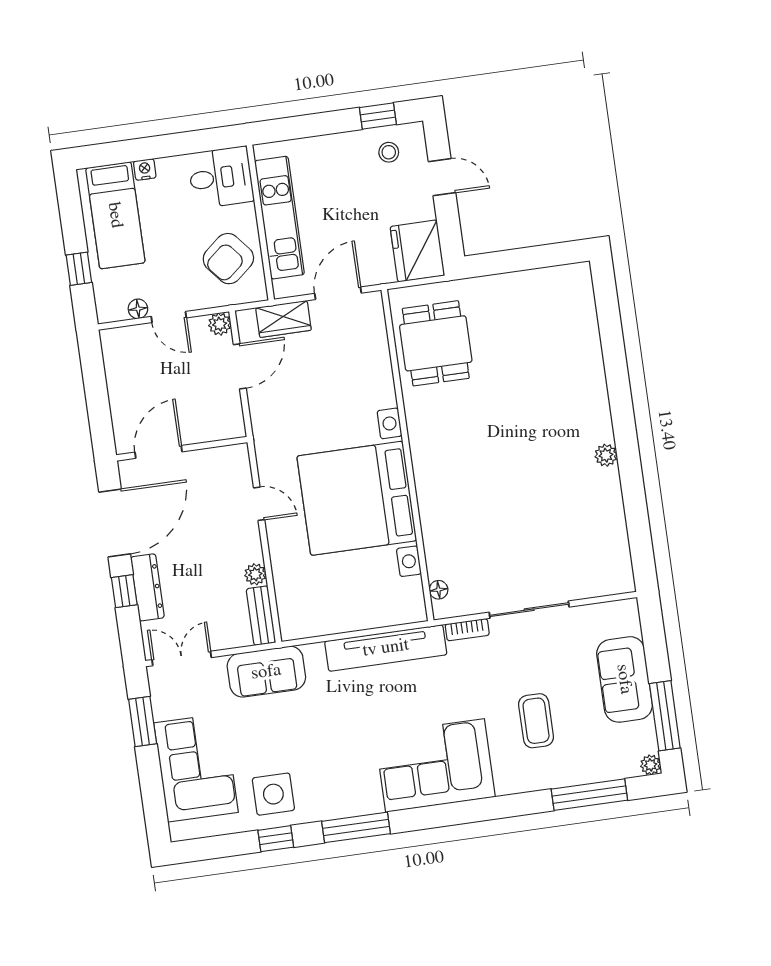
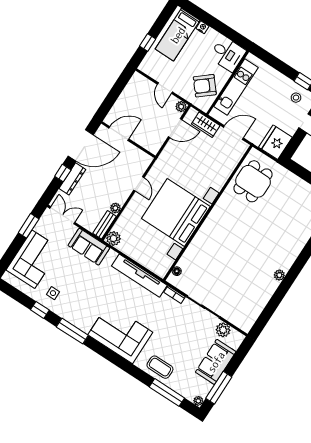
floor lamp: (138, 309) -> (156, 75), removed
plant: (592, 619) -> (223, 330), added
plant: (294, 625) -> (114, 238), added
coffee table: (536, 721) -> (160, 367), moved, turned 90
side table: (273, 794) -> (53, 293), width x0.54, depth x0.54

